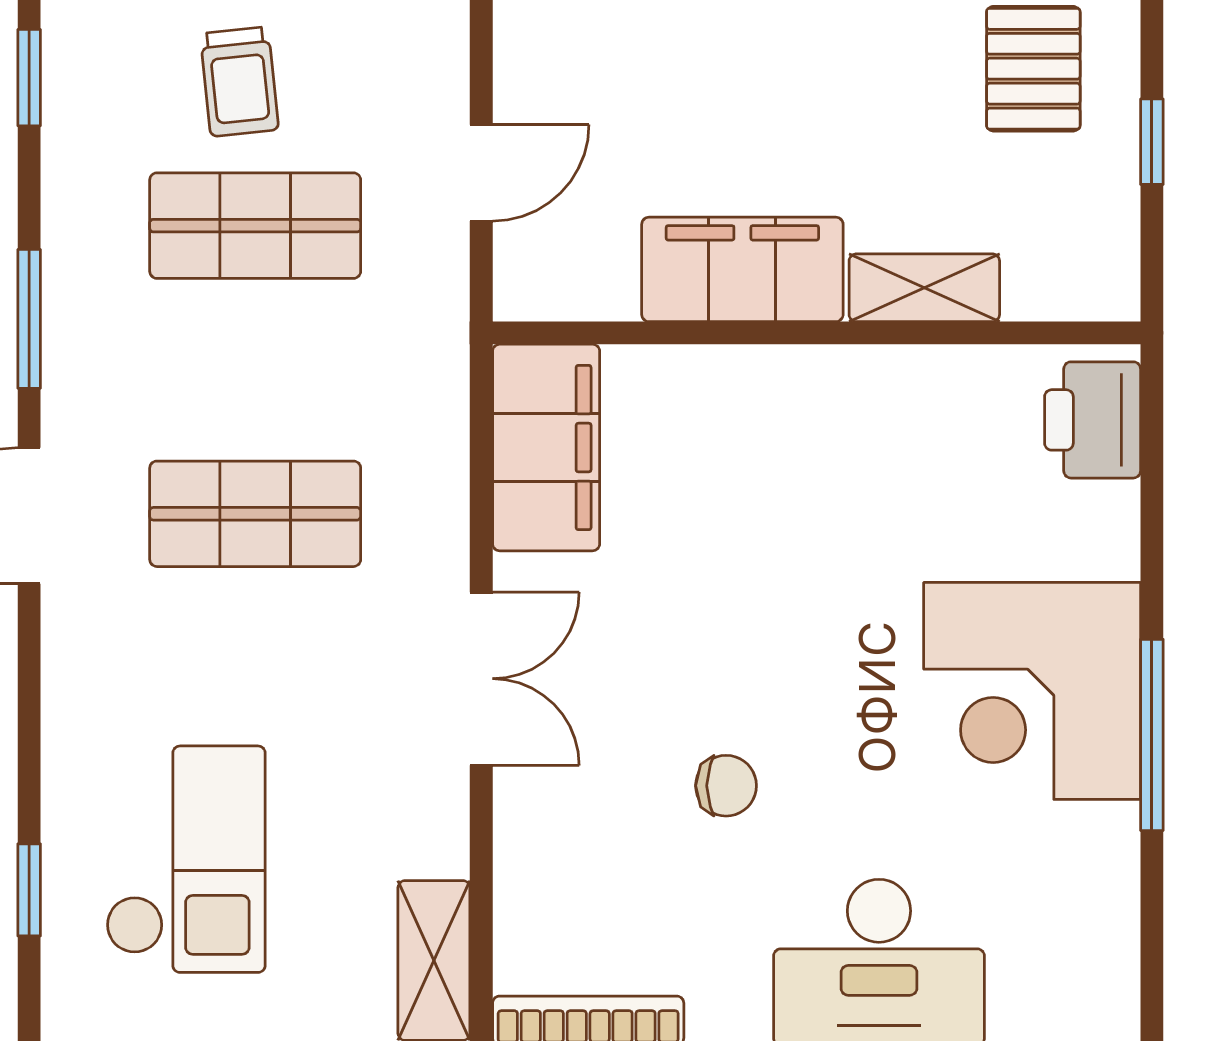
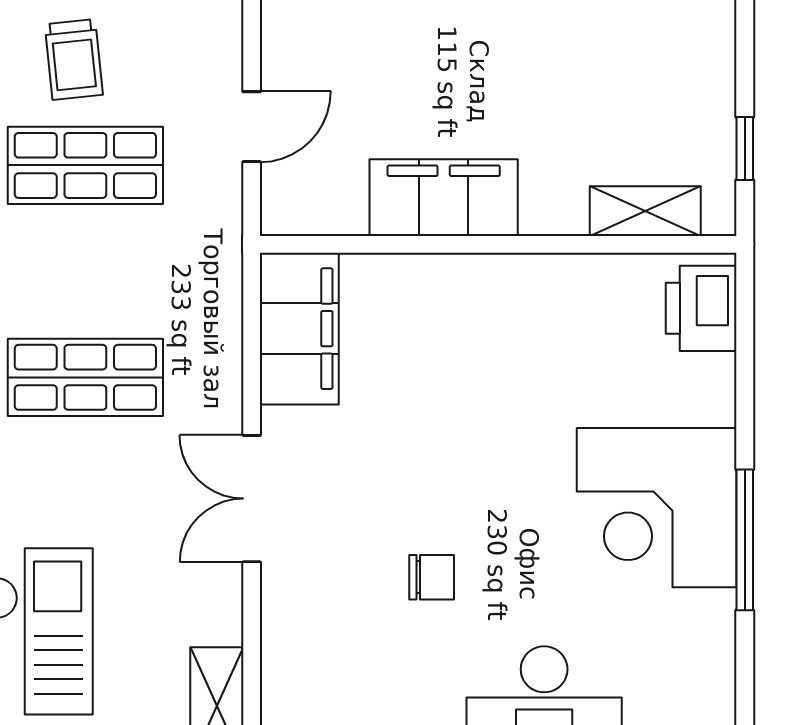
pallet: (1033, 69) -> (658, 50), removed
window: (1152, 142) -> (745, 148), moved
shelving: (924, 288) -> (645, 211), moved
double door: (481, 679) -> (252, 499), swing flipped

